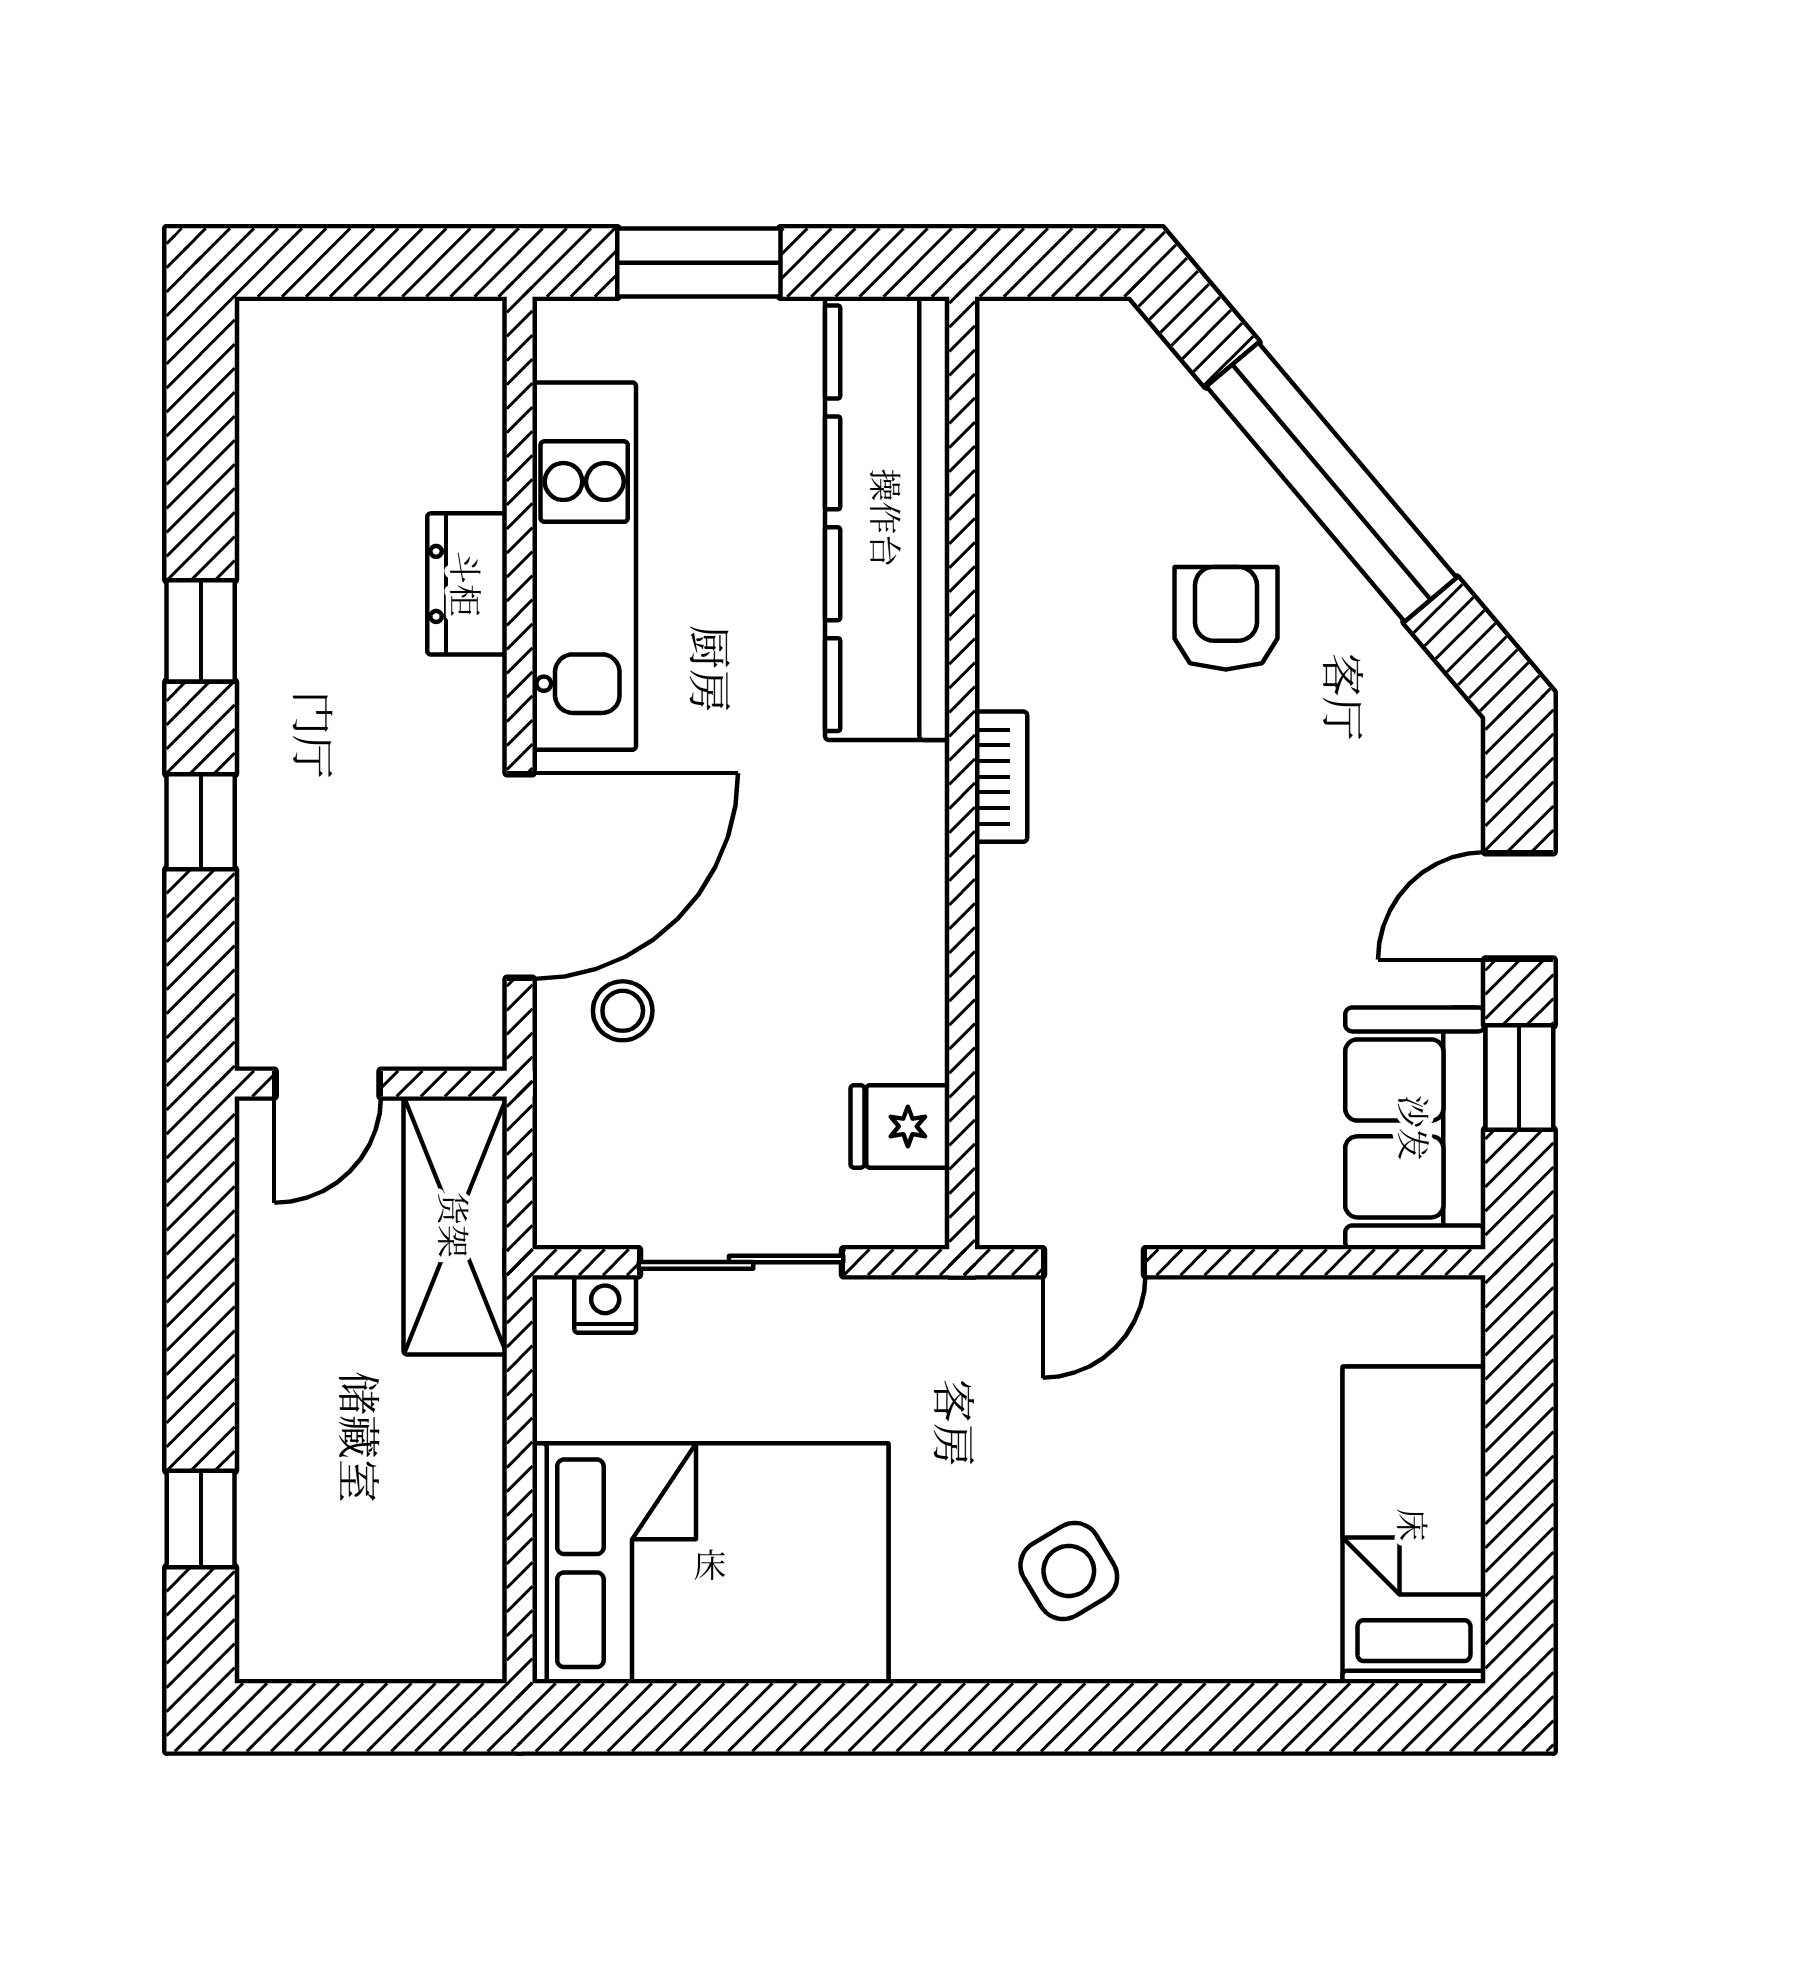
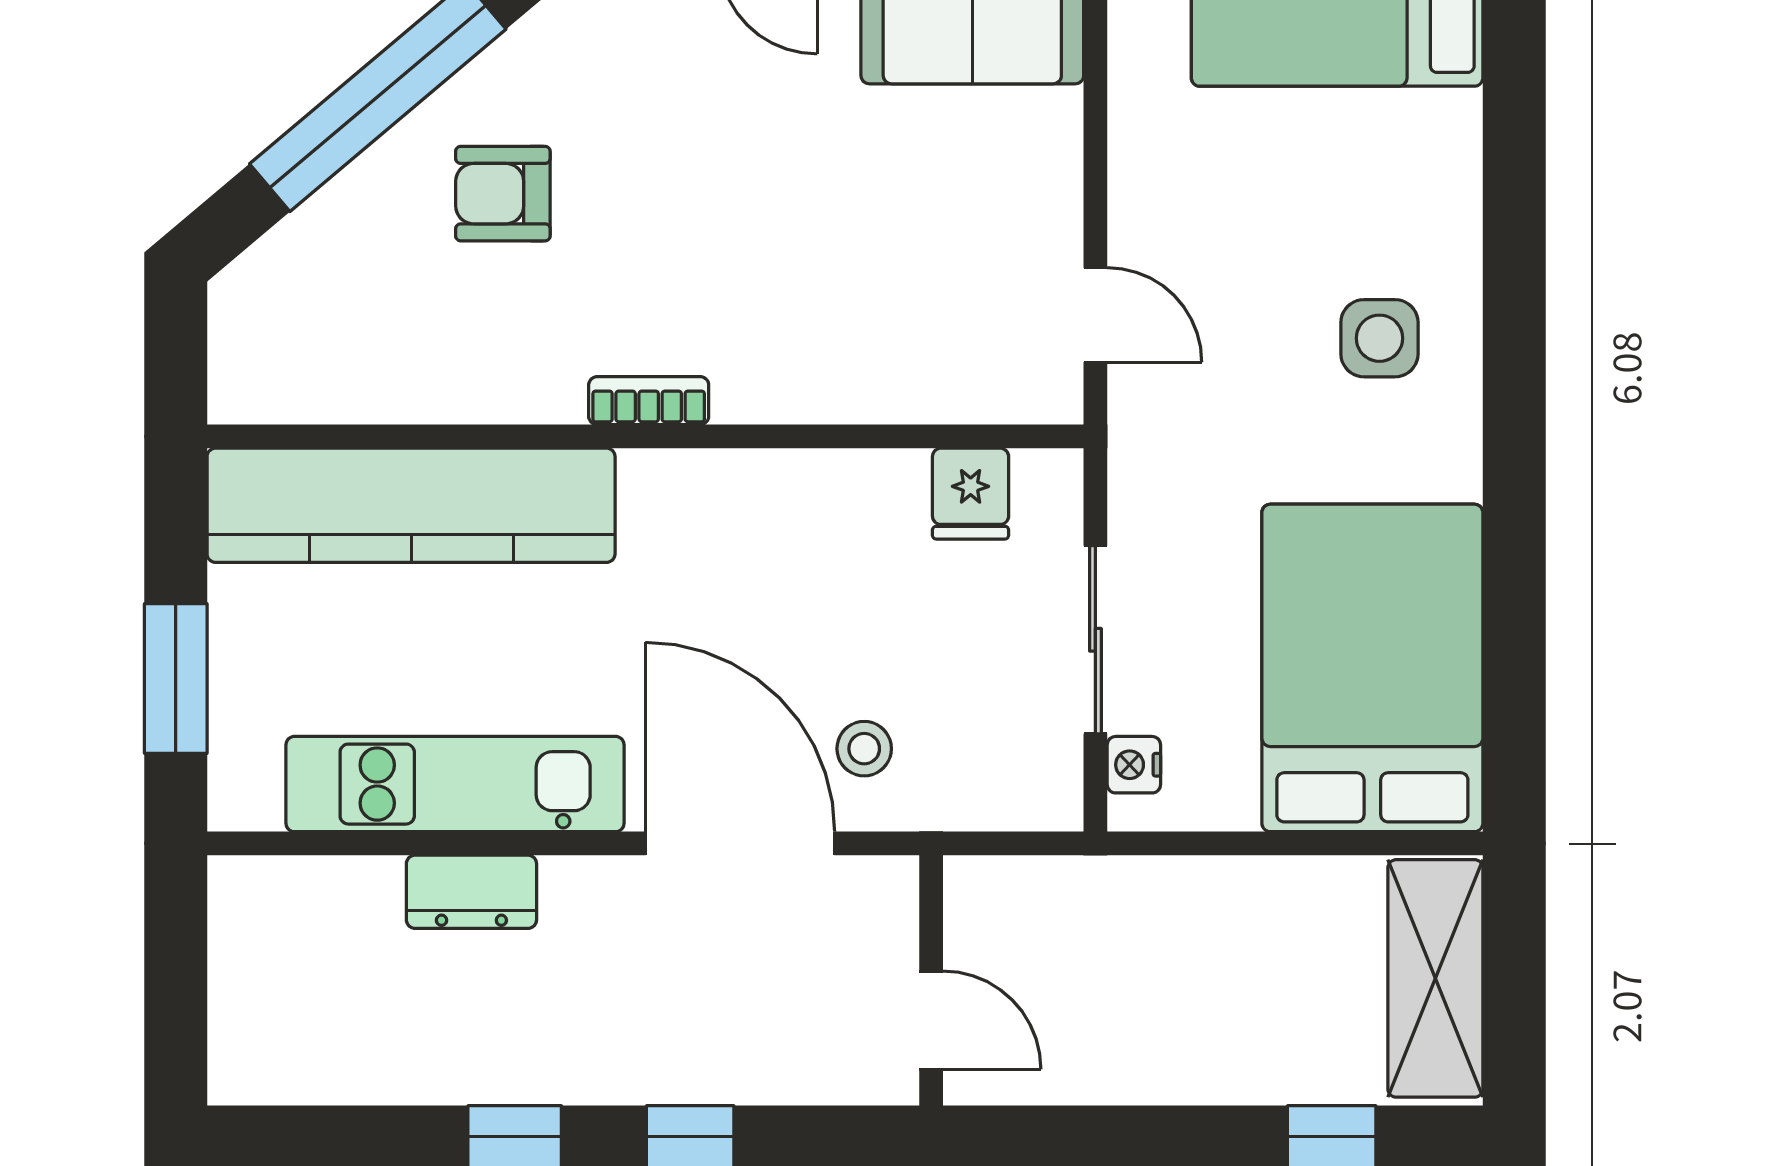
shelving: (455, 1225) -> (1435, 978), moved, turned 90
side table: (1069, 1571) -> (1379, 338), turned 31

